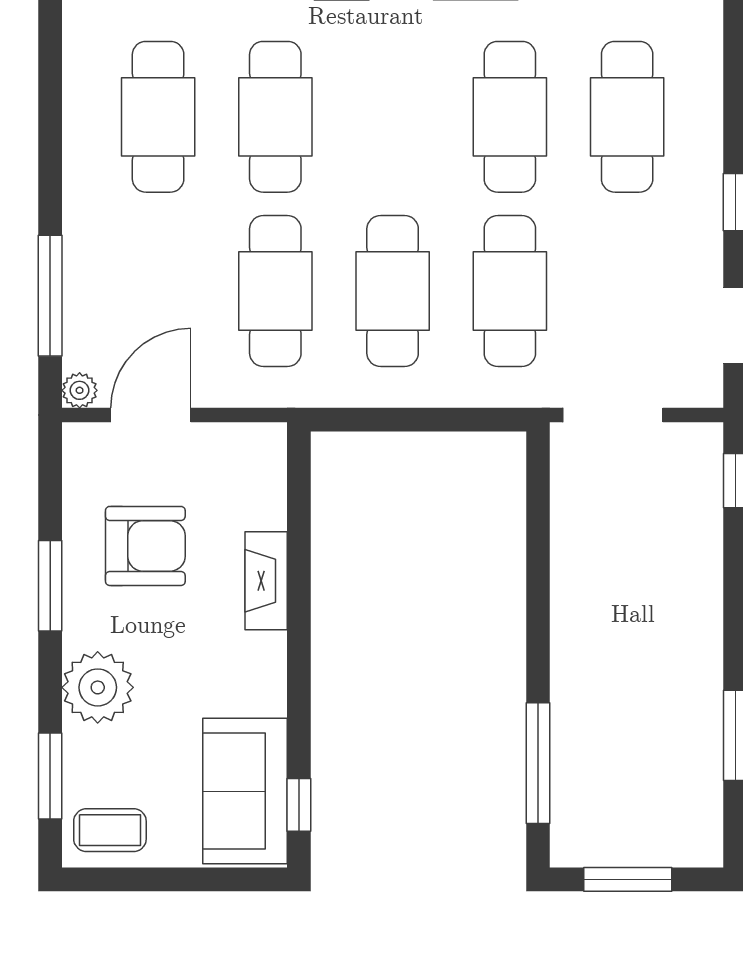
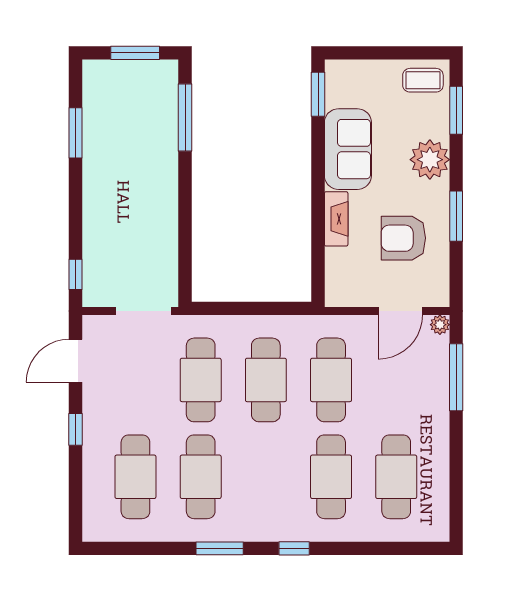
sofa: (245, 791) -> (348, 149), moved
window: (299, 805) -> (318, 94), width x1.50

